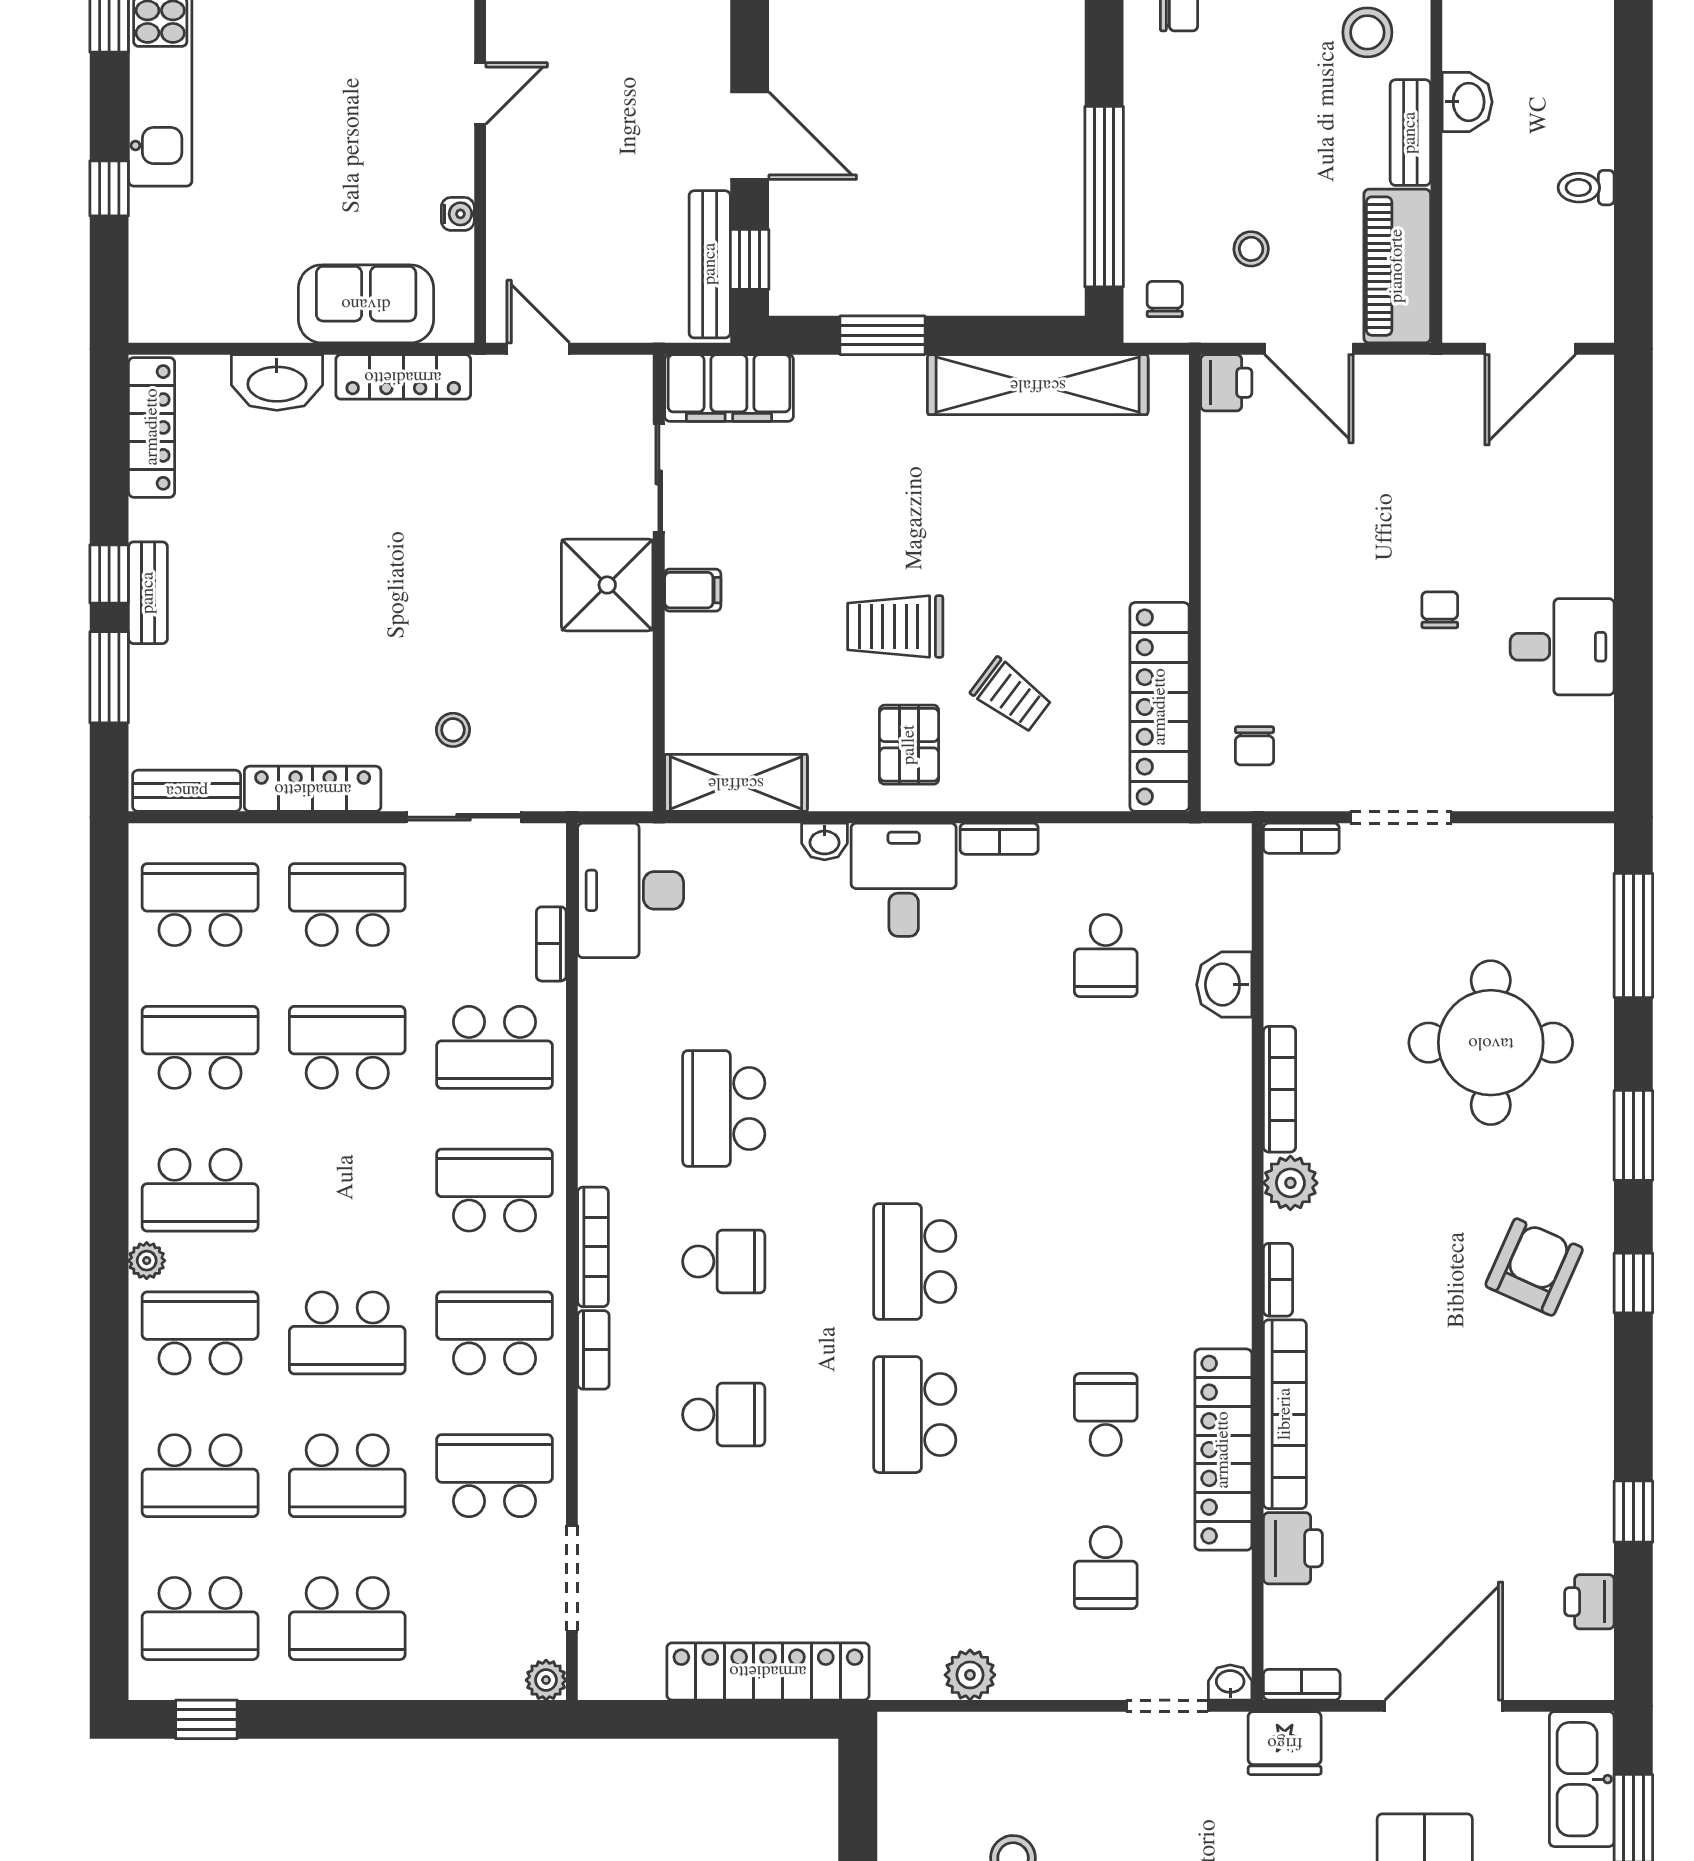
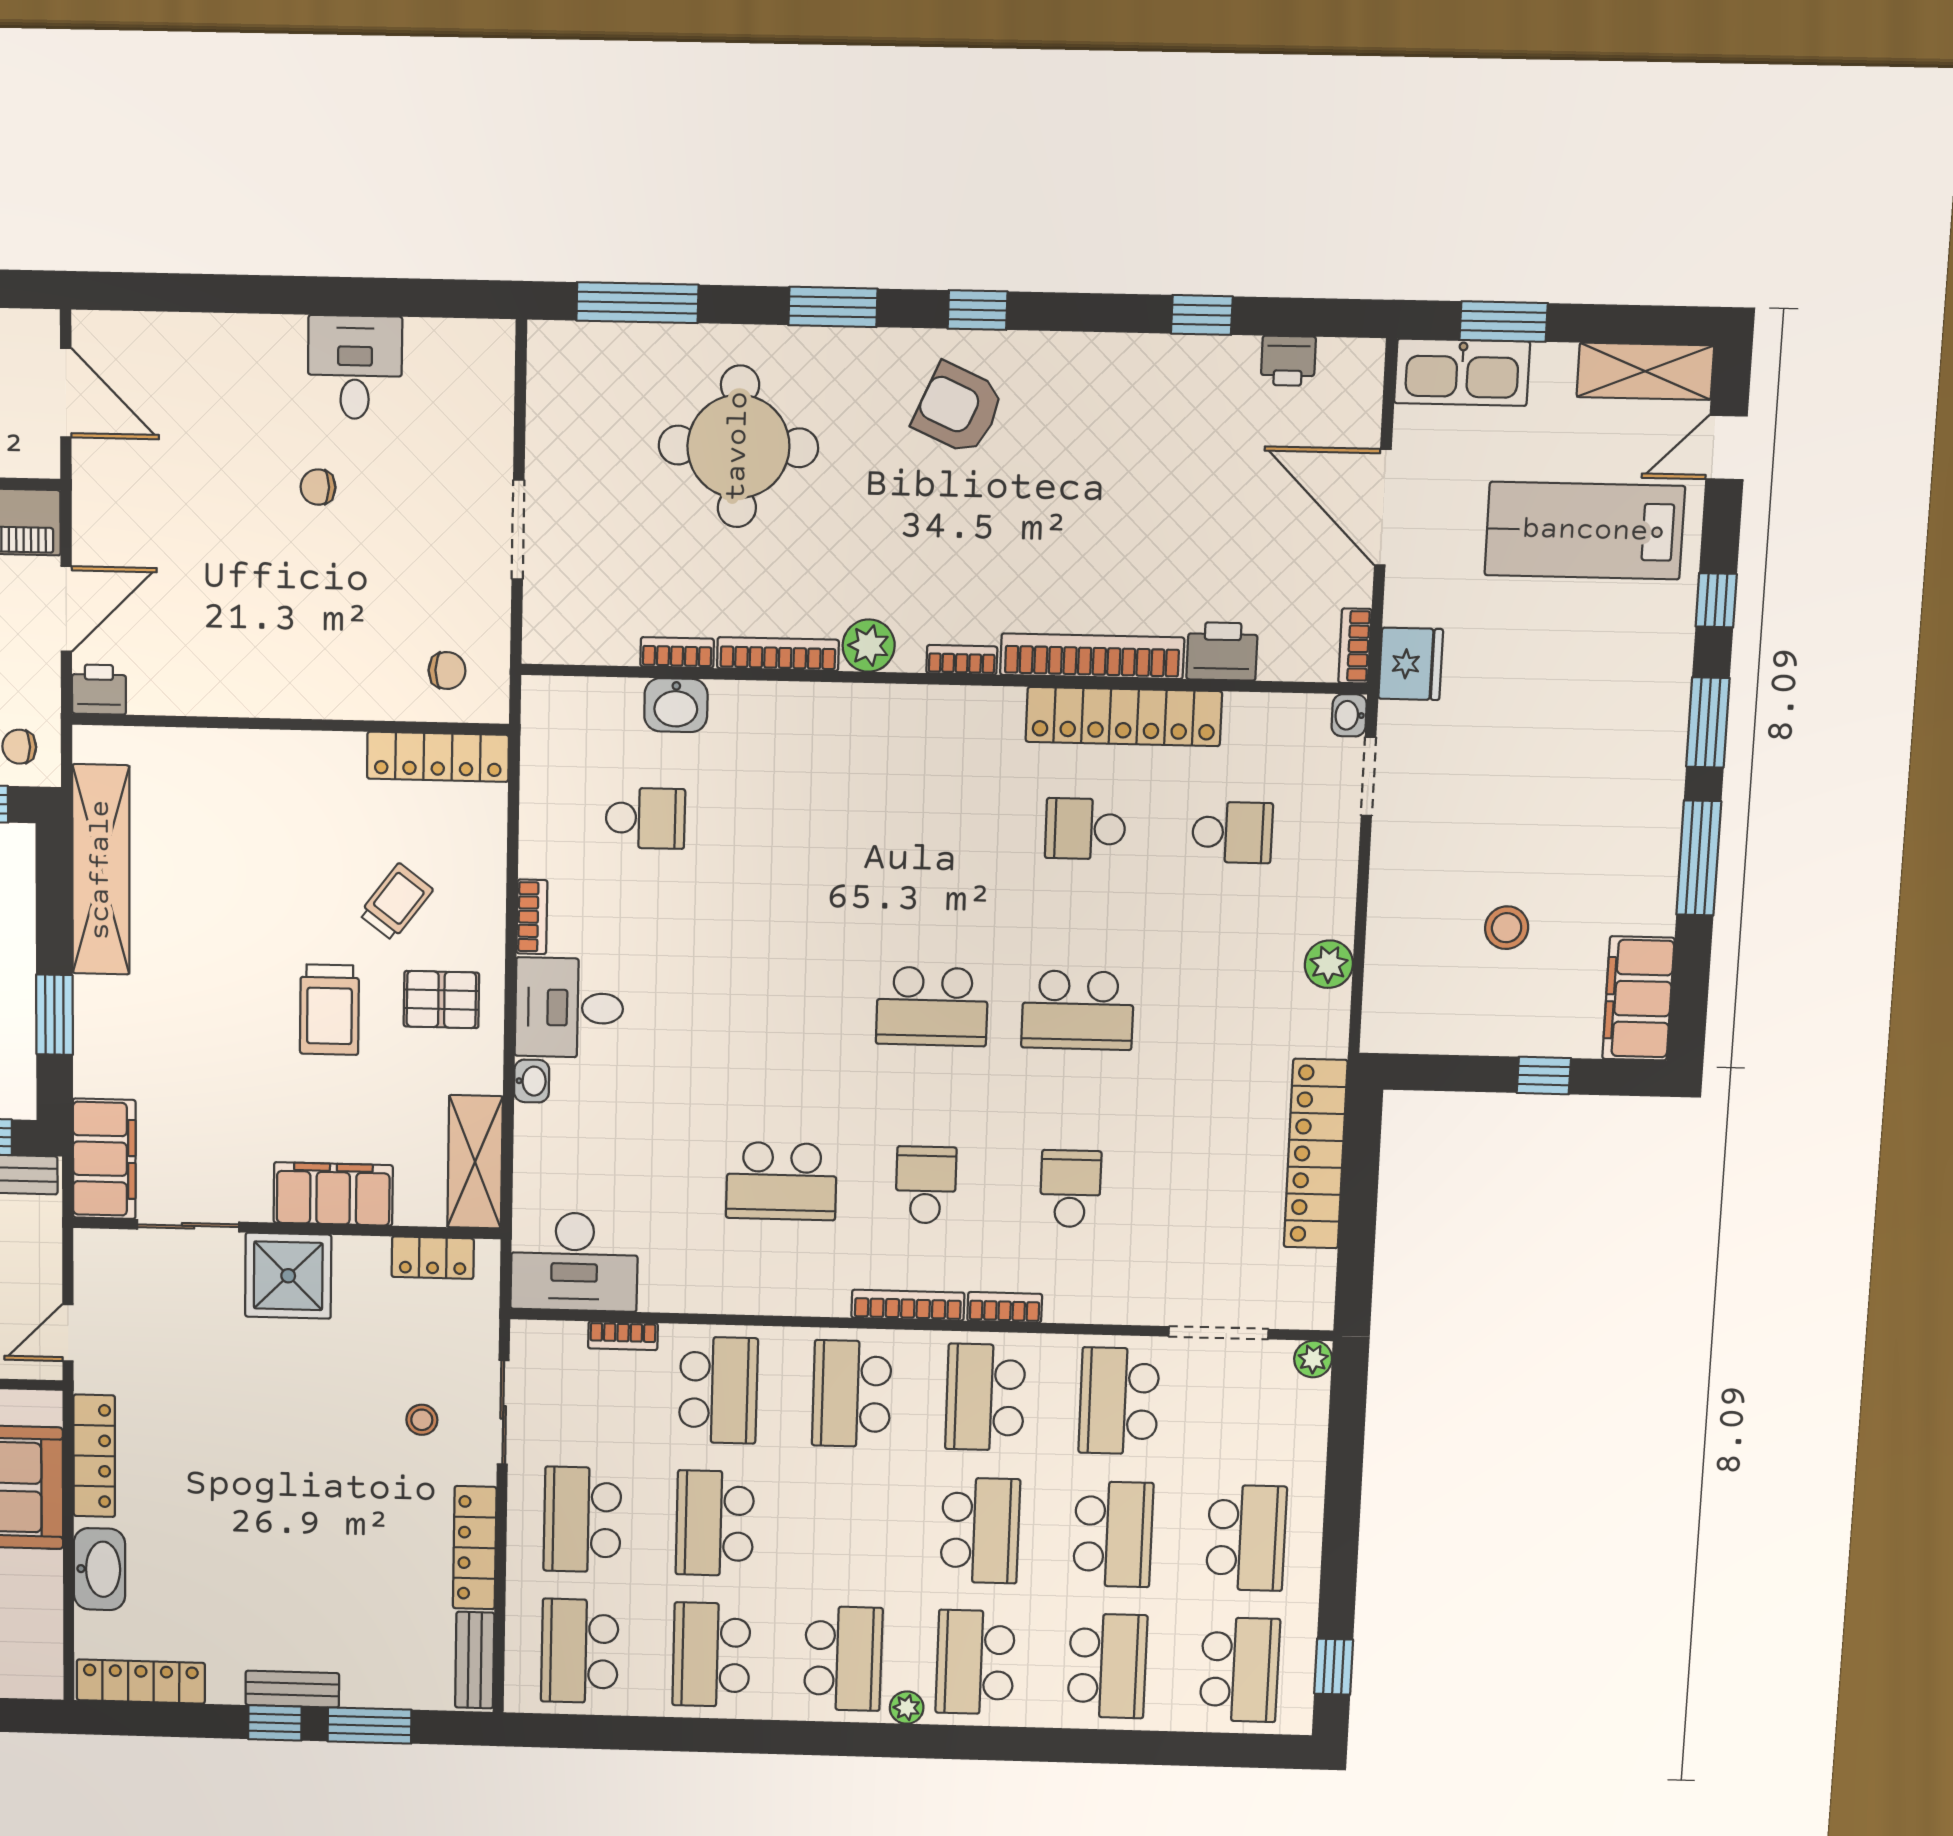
filing cabinet: (693, 590) -> (333, 1194), width x3.00, depth x1.17
locker: (1160, 707) -> (438, 757), width x0.71, depth x0.83
locker: (631, 739) -> (433, 1258), added
bookcase: (1301, 838) -> (677, 653), moved, turned -90

